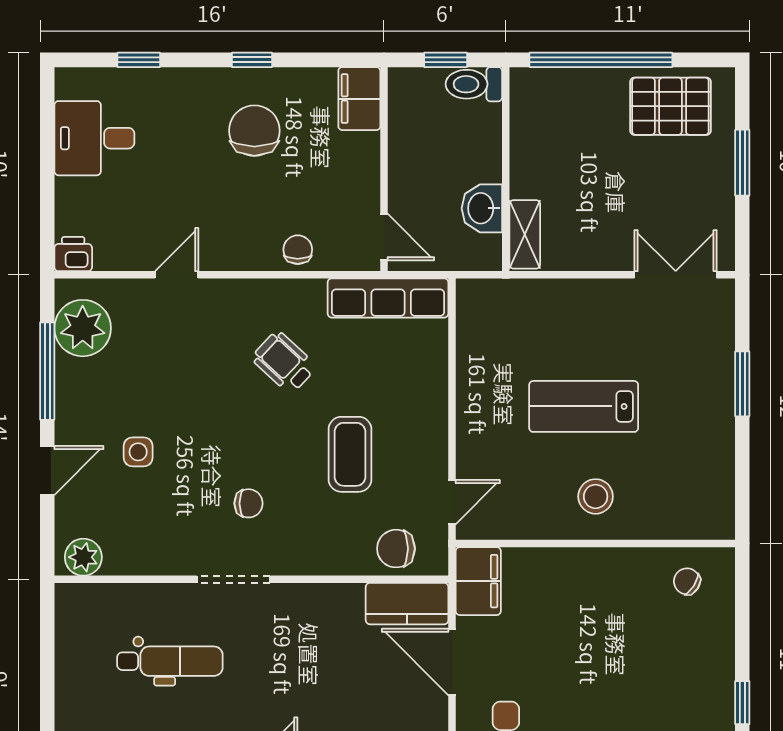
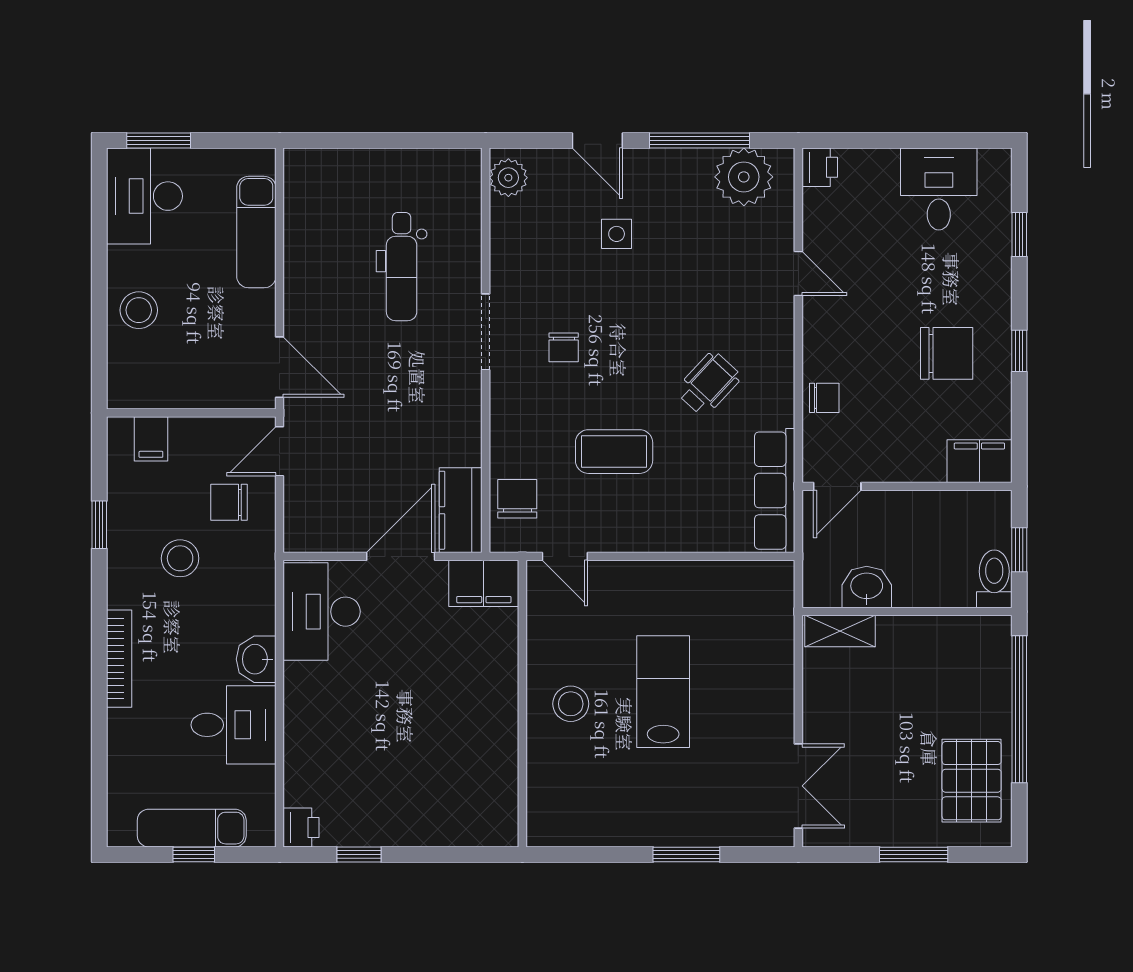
chair: (687, 581) -> (484, 798), removed

